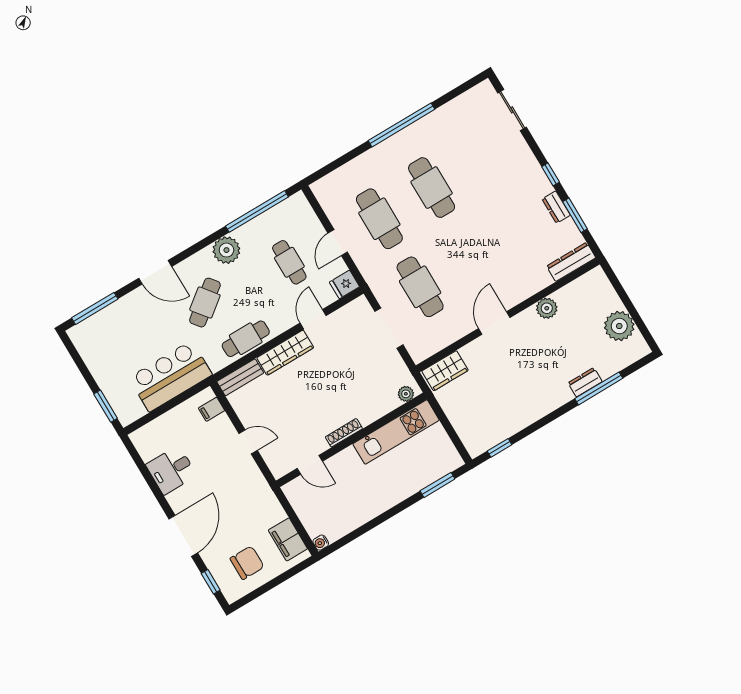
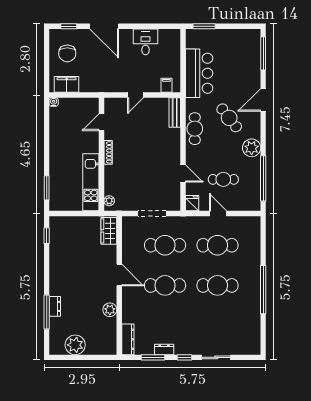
sliding door: (512, 110) -> (216, 357), moved
cafe table: (472, 256) -> (165, 285), added
wardrobe: (285, 353) -> (173, 146), removed

